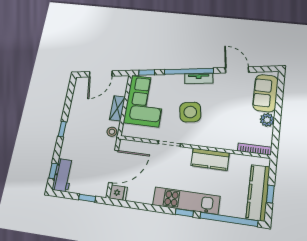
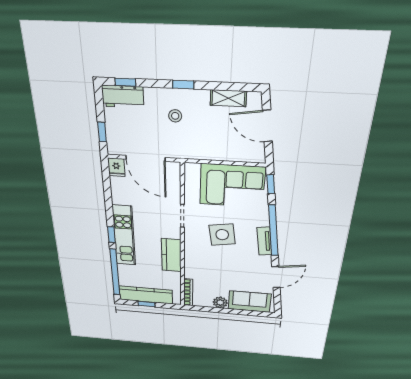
shelving: (117, 108) -> (228, 98), moved
stool: (112, 132) -> (175, 116), moved

